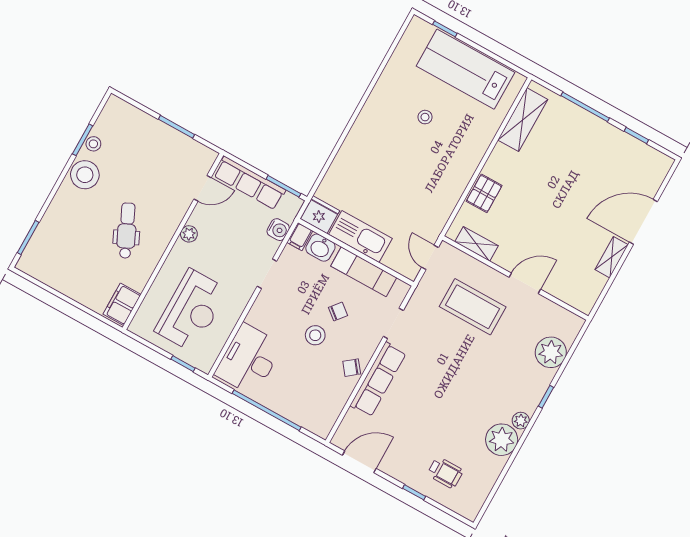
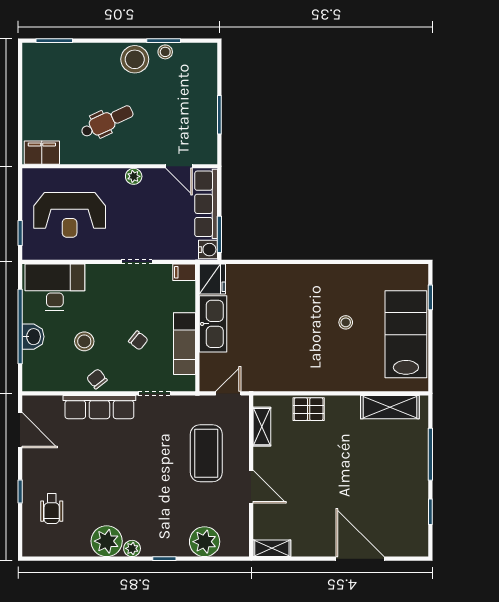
water cooler: (278, 230) -> (208, 250), moved, turned -90
washbasin: (320, 248) -> (33, 337), moved, turned 180
shelving: (612, 257) -> (272, 548), moved
stool: (315, 335) -> (84, 341), moved

